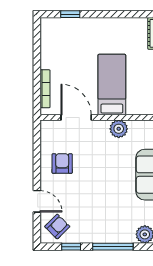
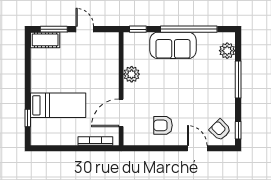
bed: (112, 85) -> (58, 105), moved, turned 180
door: (37, 201) -> (197, 148), hinge flipped
window: (71, 247) -> (238, 130), moved

